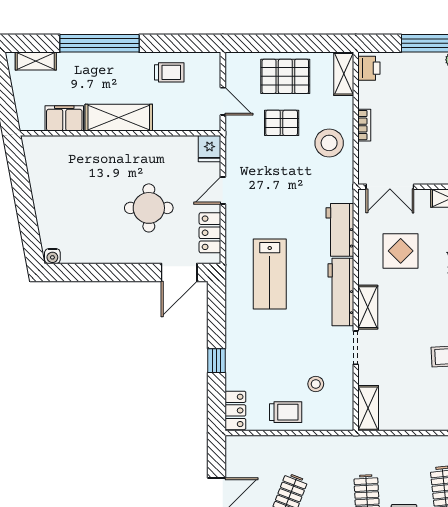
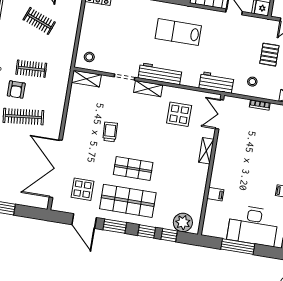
stool: (329, 143) -> (252, 82), width x0.53, depth x0.53
workbench: (340, 230) -> (216, 82), moved
stool: (316, 384) -> (89, 57), moved
trolley: (286, 412) -> (92, 28), removed

